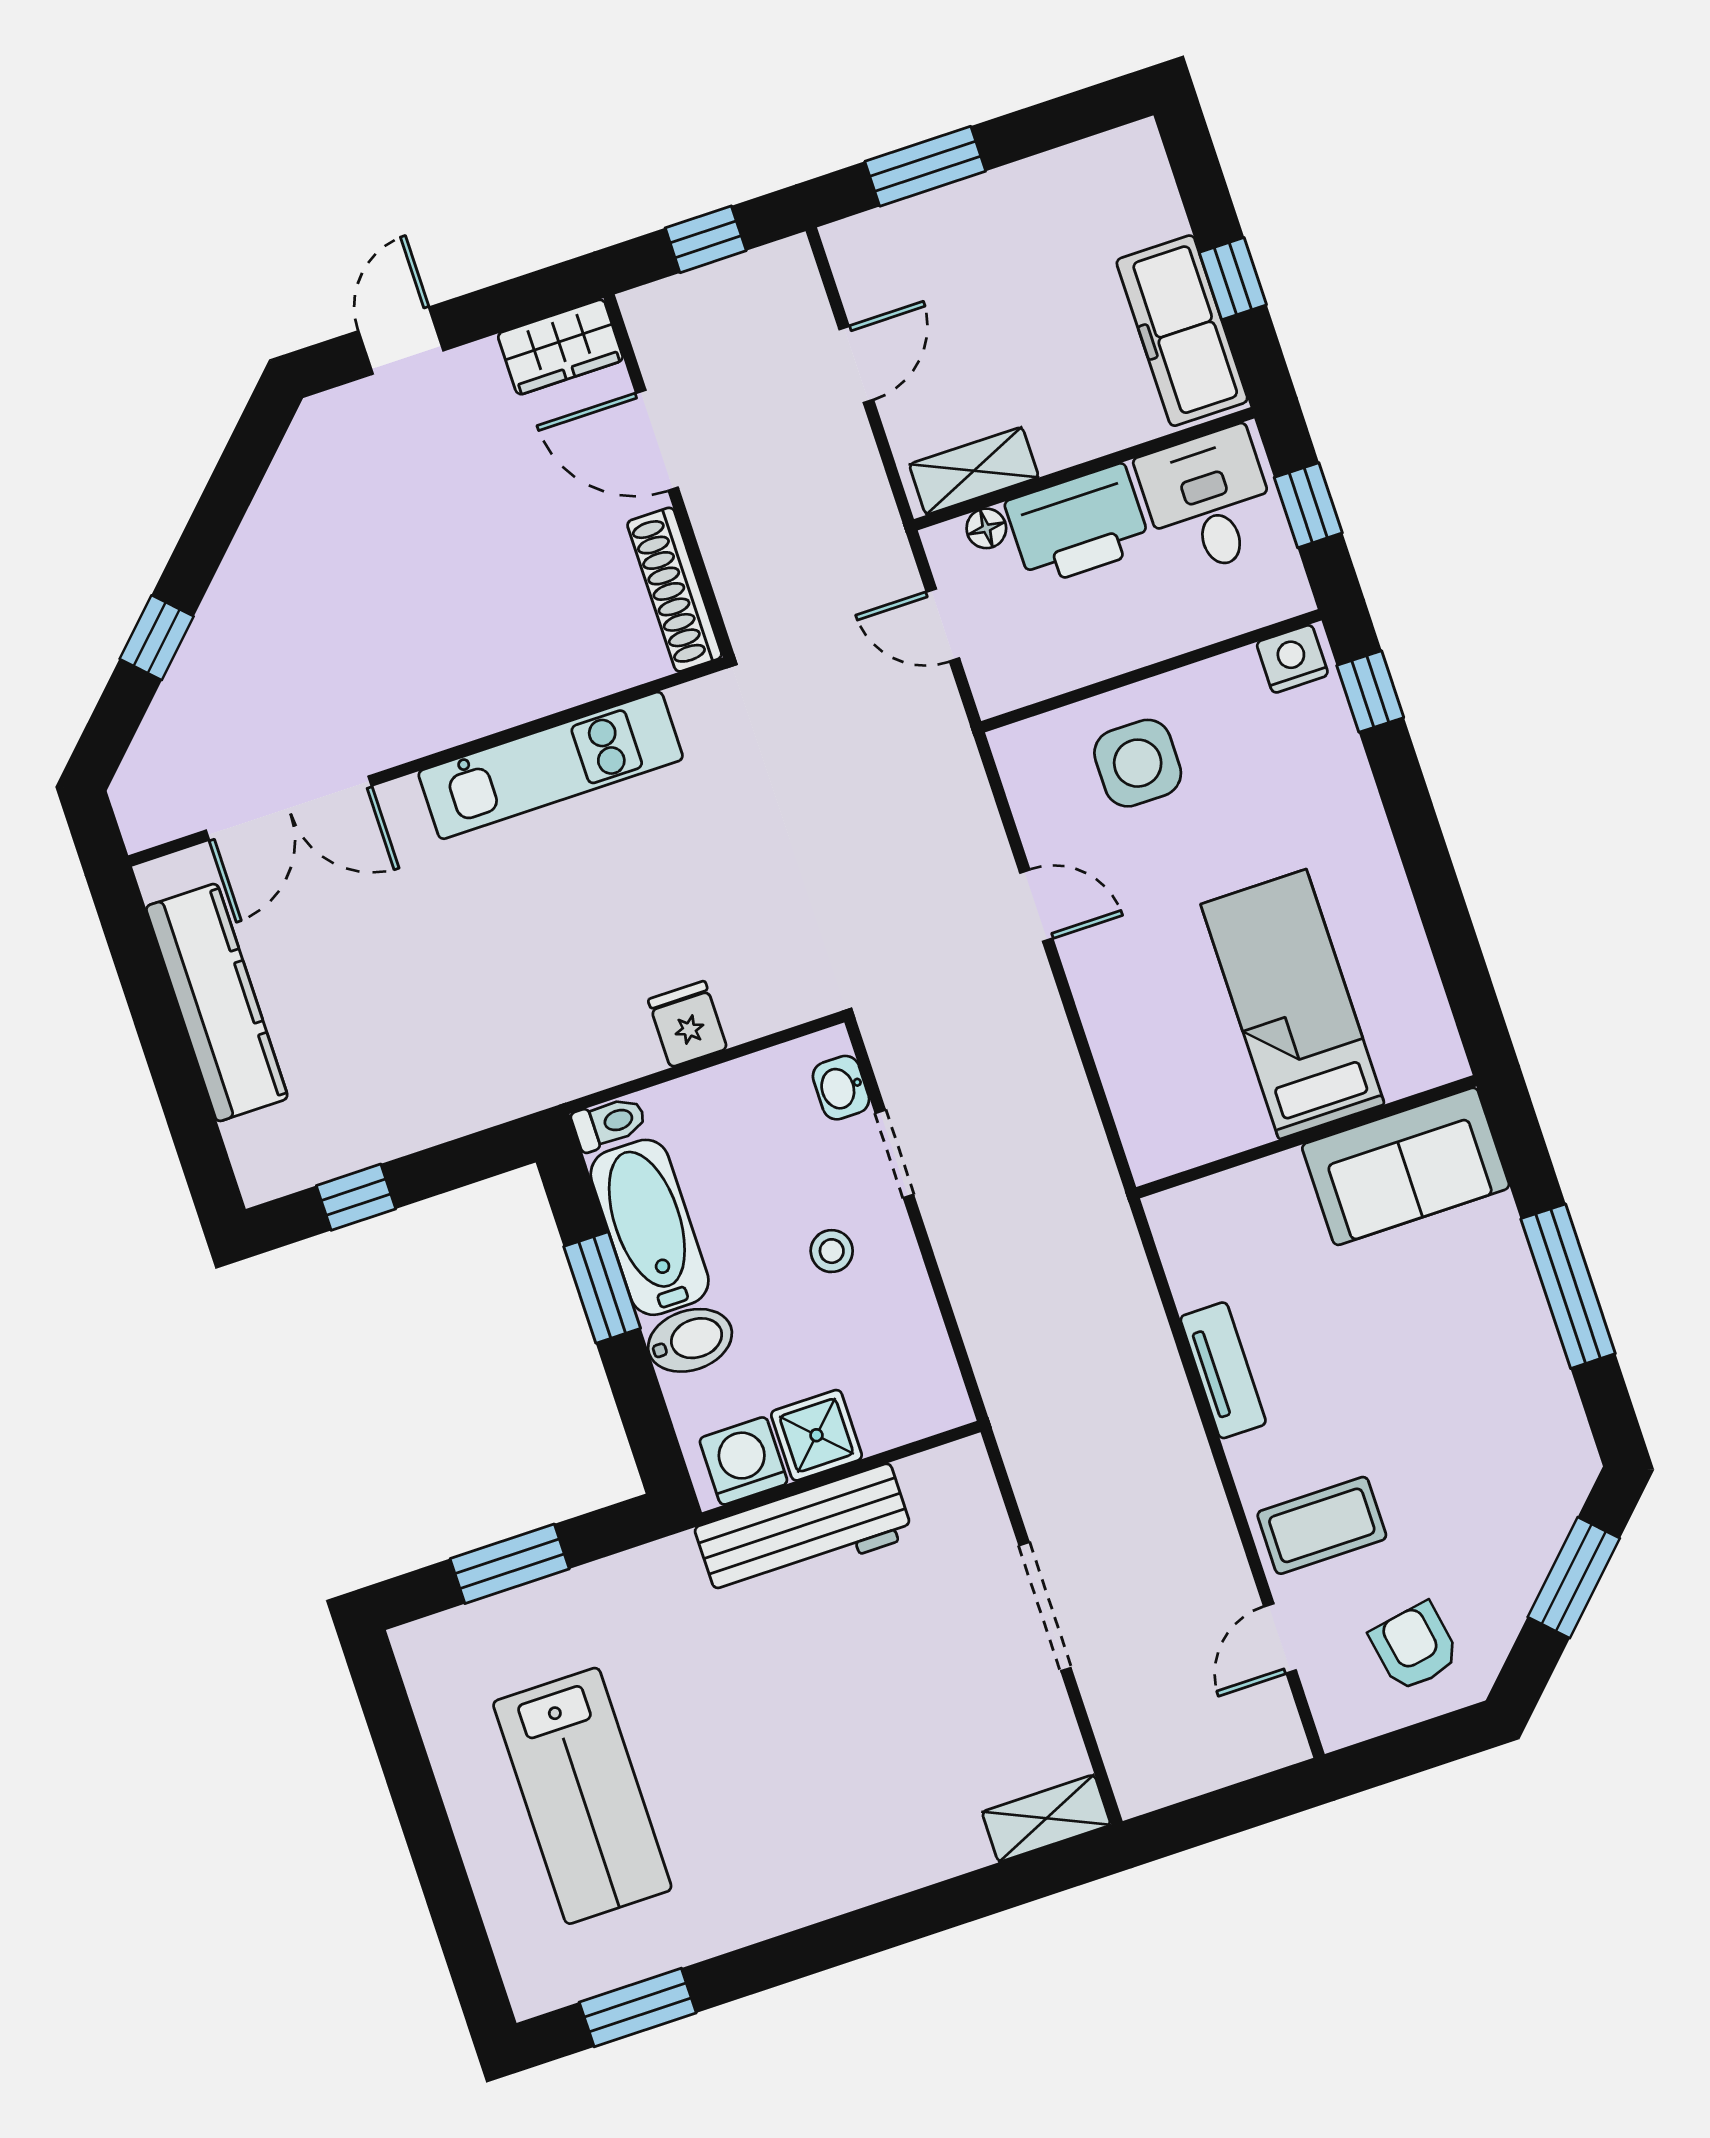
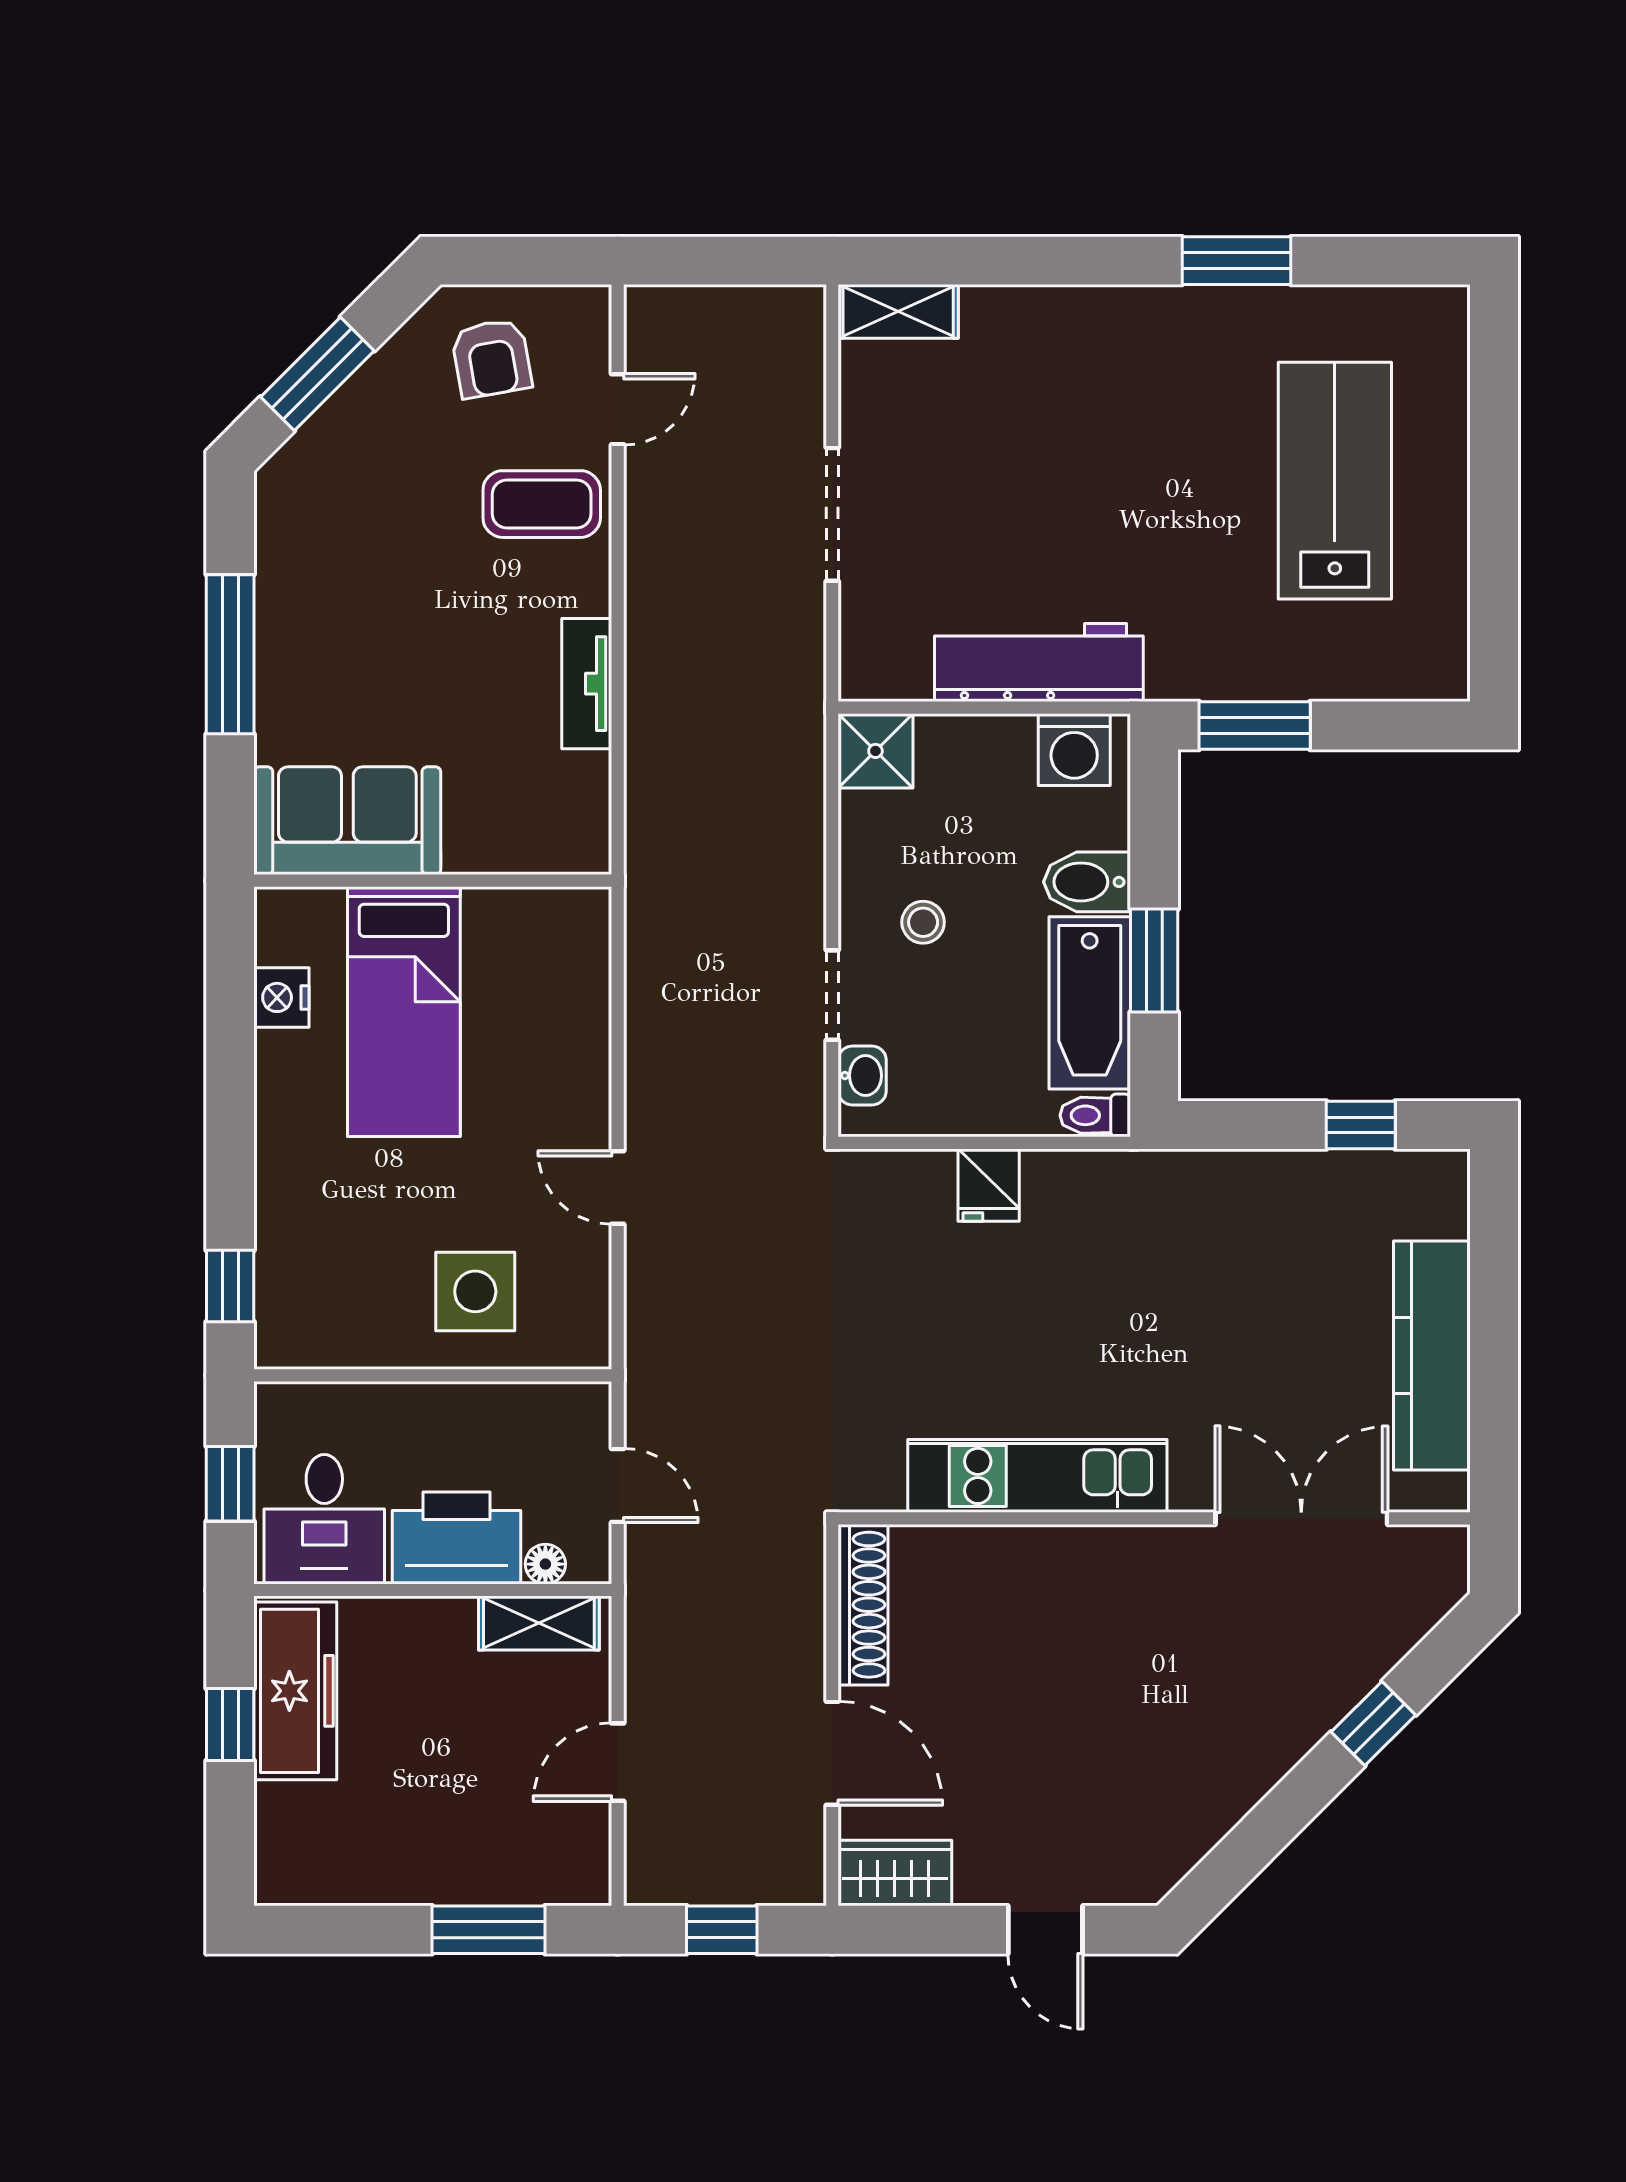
door: (401, 341) -> (1045, 1930), hinge flipped
nightstand: (1292, 659) -> (281, 997), moved, turned 90
shower: (816, 1435) -> (875, 751), moved
window: (510, 1564) -> (1255, 726), moved
window: (638, 2007) -> (1236, 261), moved

